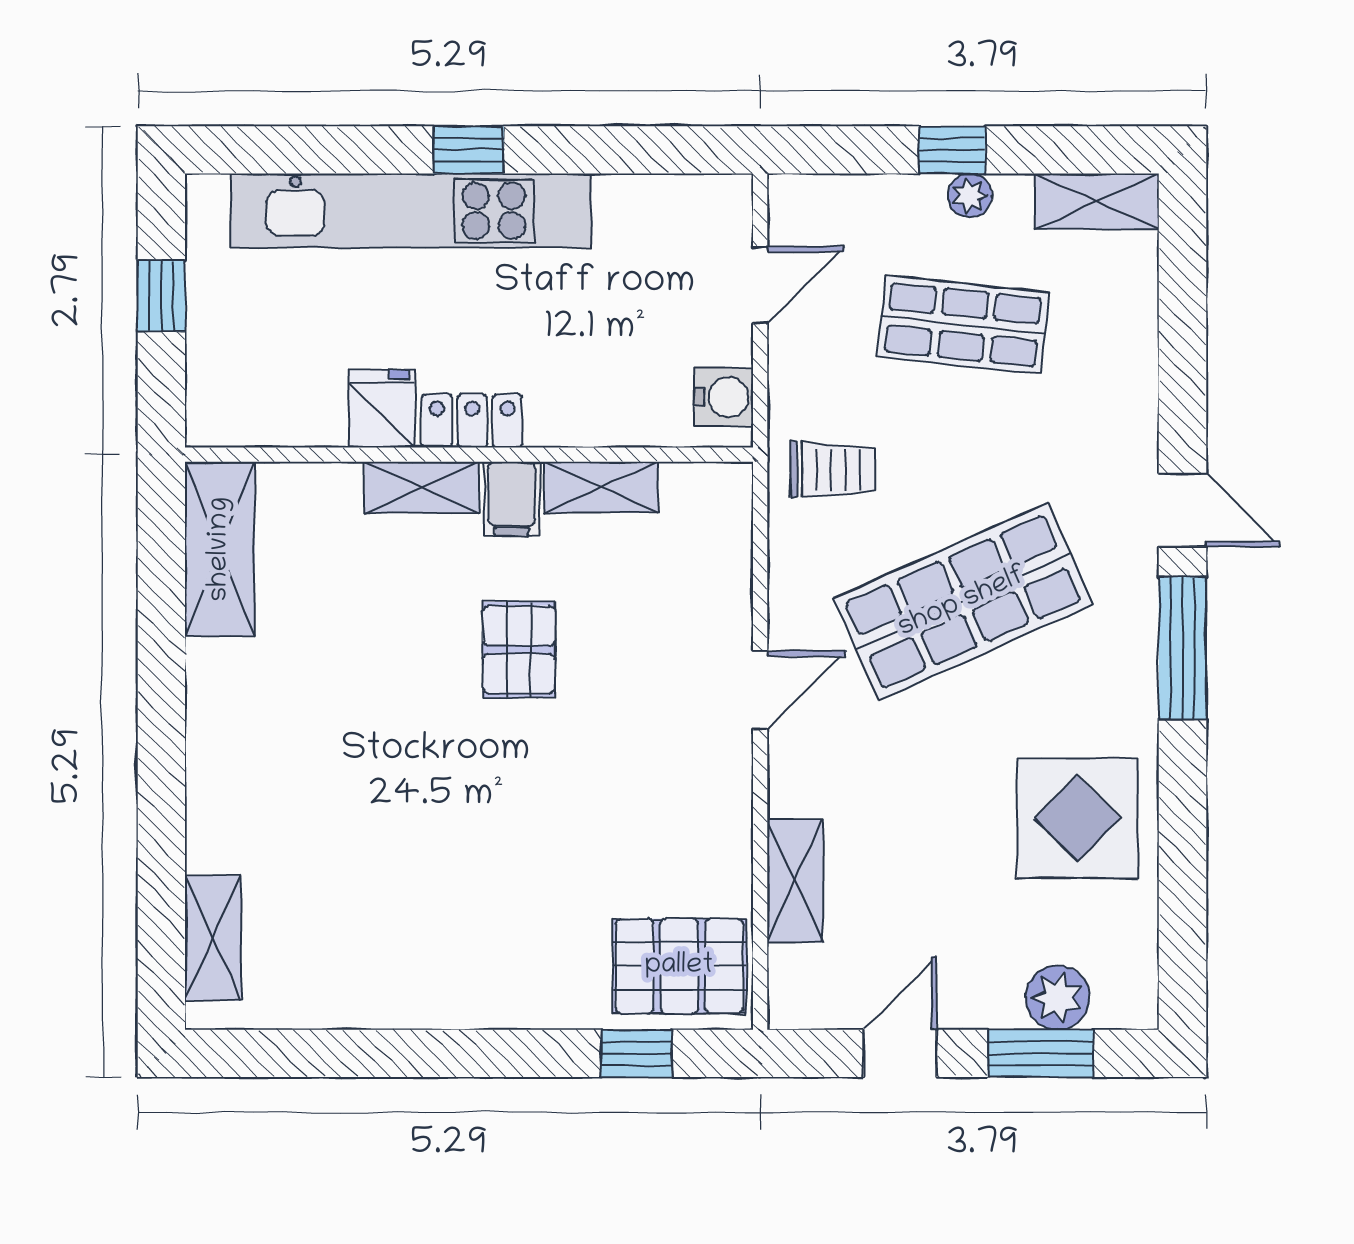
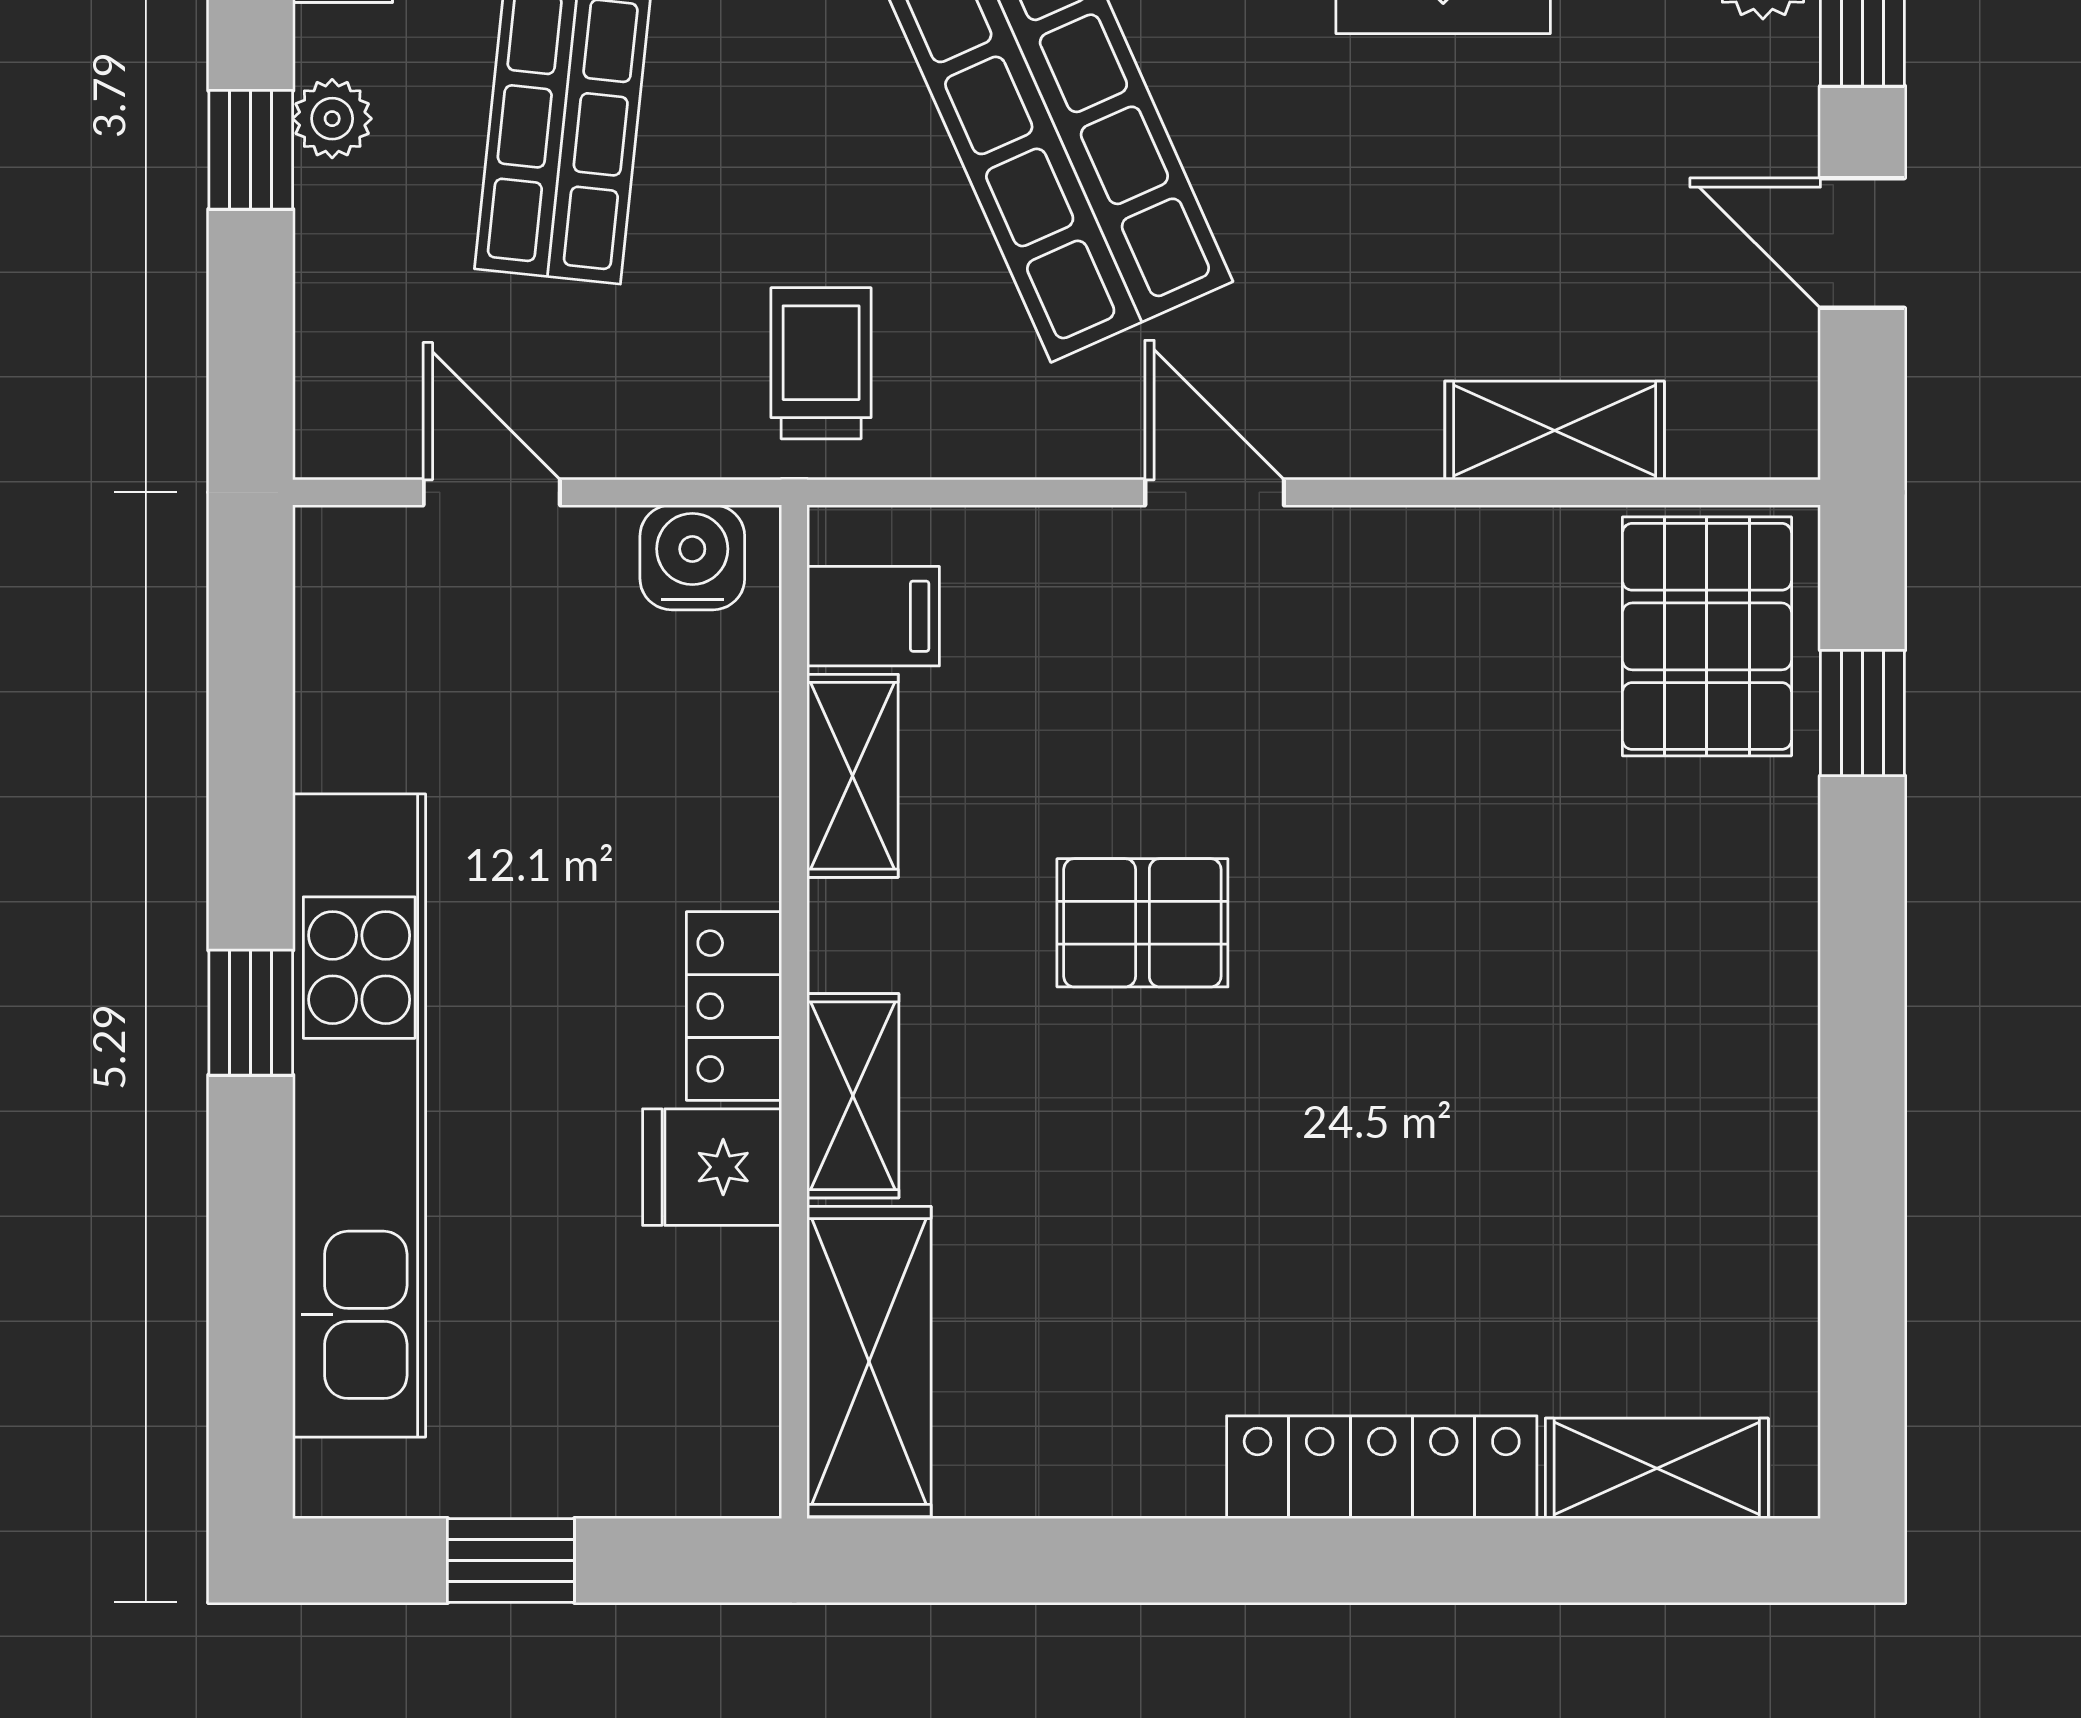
filing cabinet: (512, 499) -> (873, 616), moved
shelving: (220, 549) -> (869, 1362), moved, turned 90
locker: (214, 784) -> (1382, 1467), added

